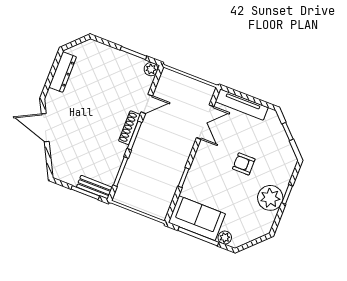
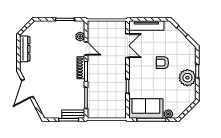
plant: (151, 69) -> (80, 37), moved
door: (147, 104) -> (86, 48), hinge flipped
door: (45, 128) -> (27, 89), hinge flipped

